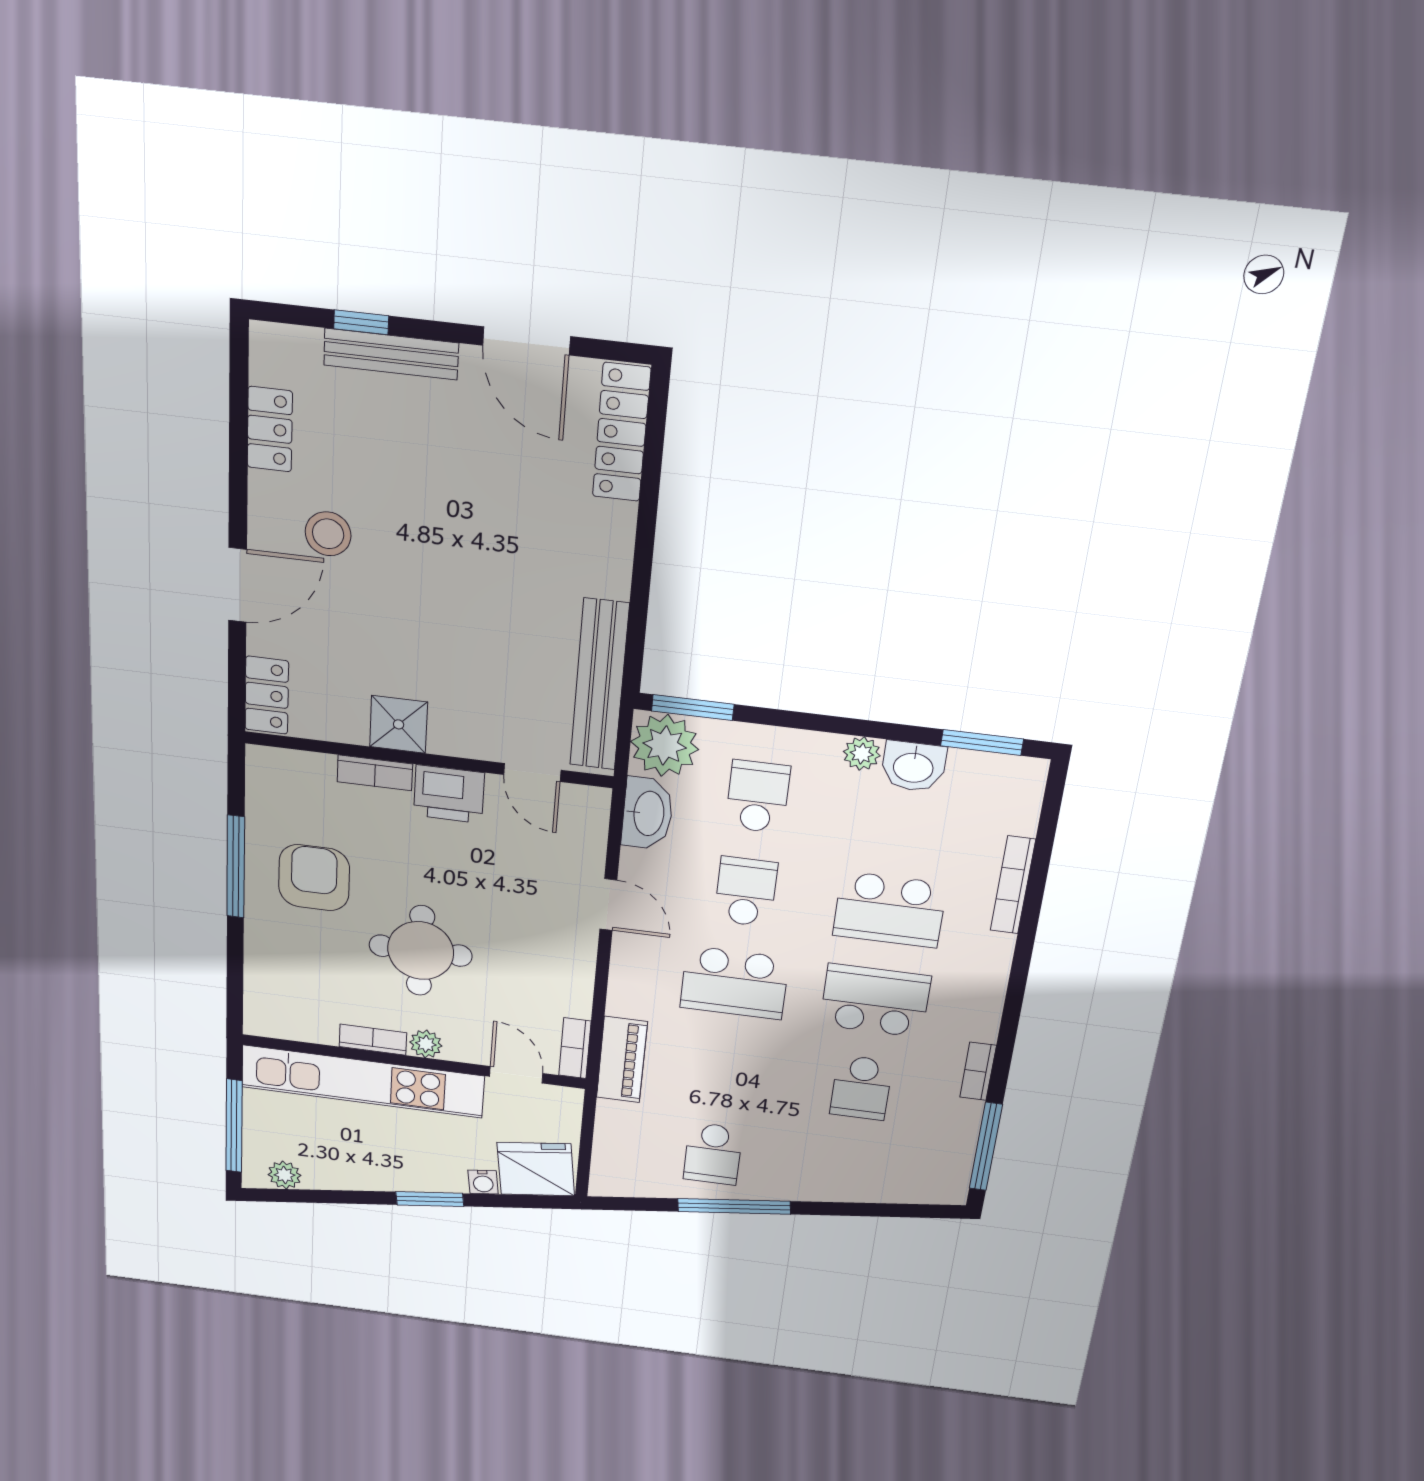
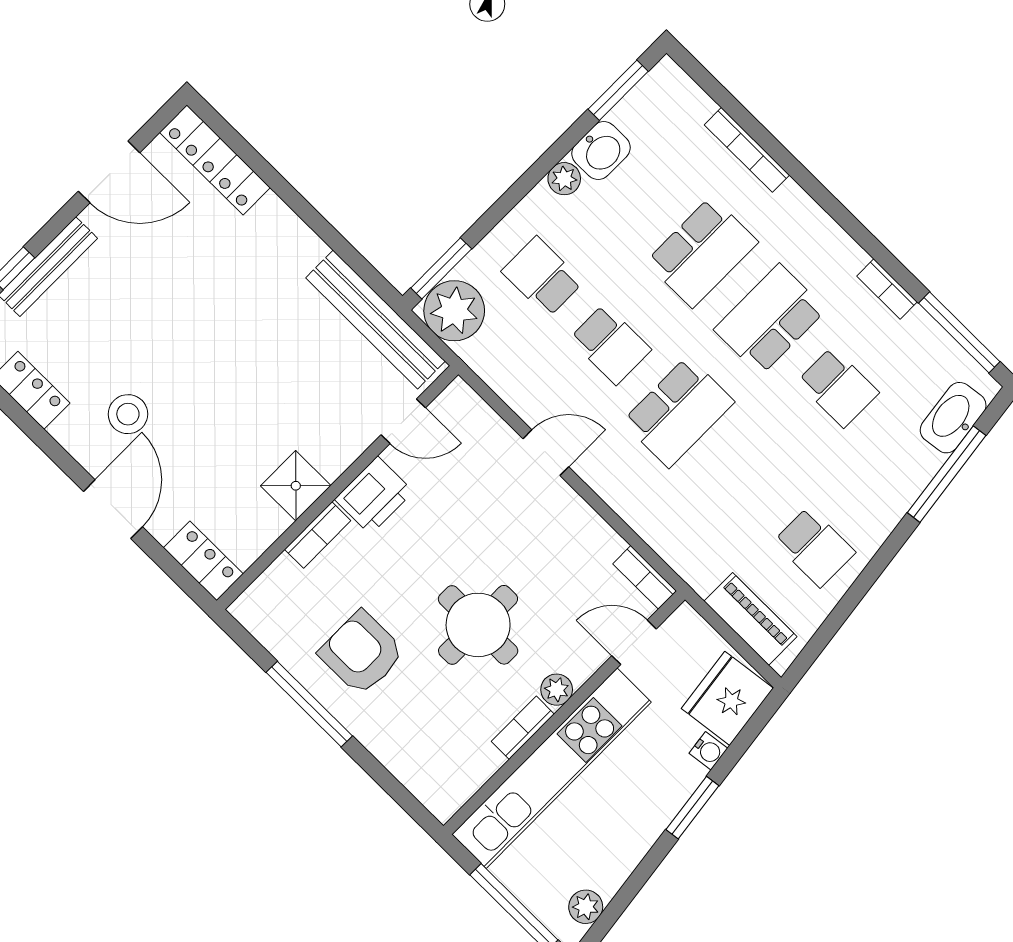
washbasin: (647, 813) -> (953, 418), moved, turned -97
school desk: (746, 892) -> (610, 344), turned 180
piano: (622, 1060) -> (751, 619), moved
window: (734, 1206) -> (947, 474), moved

